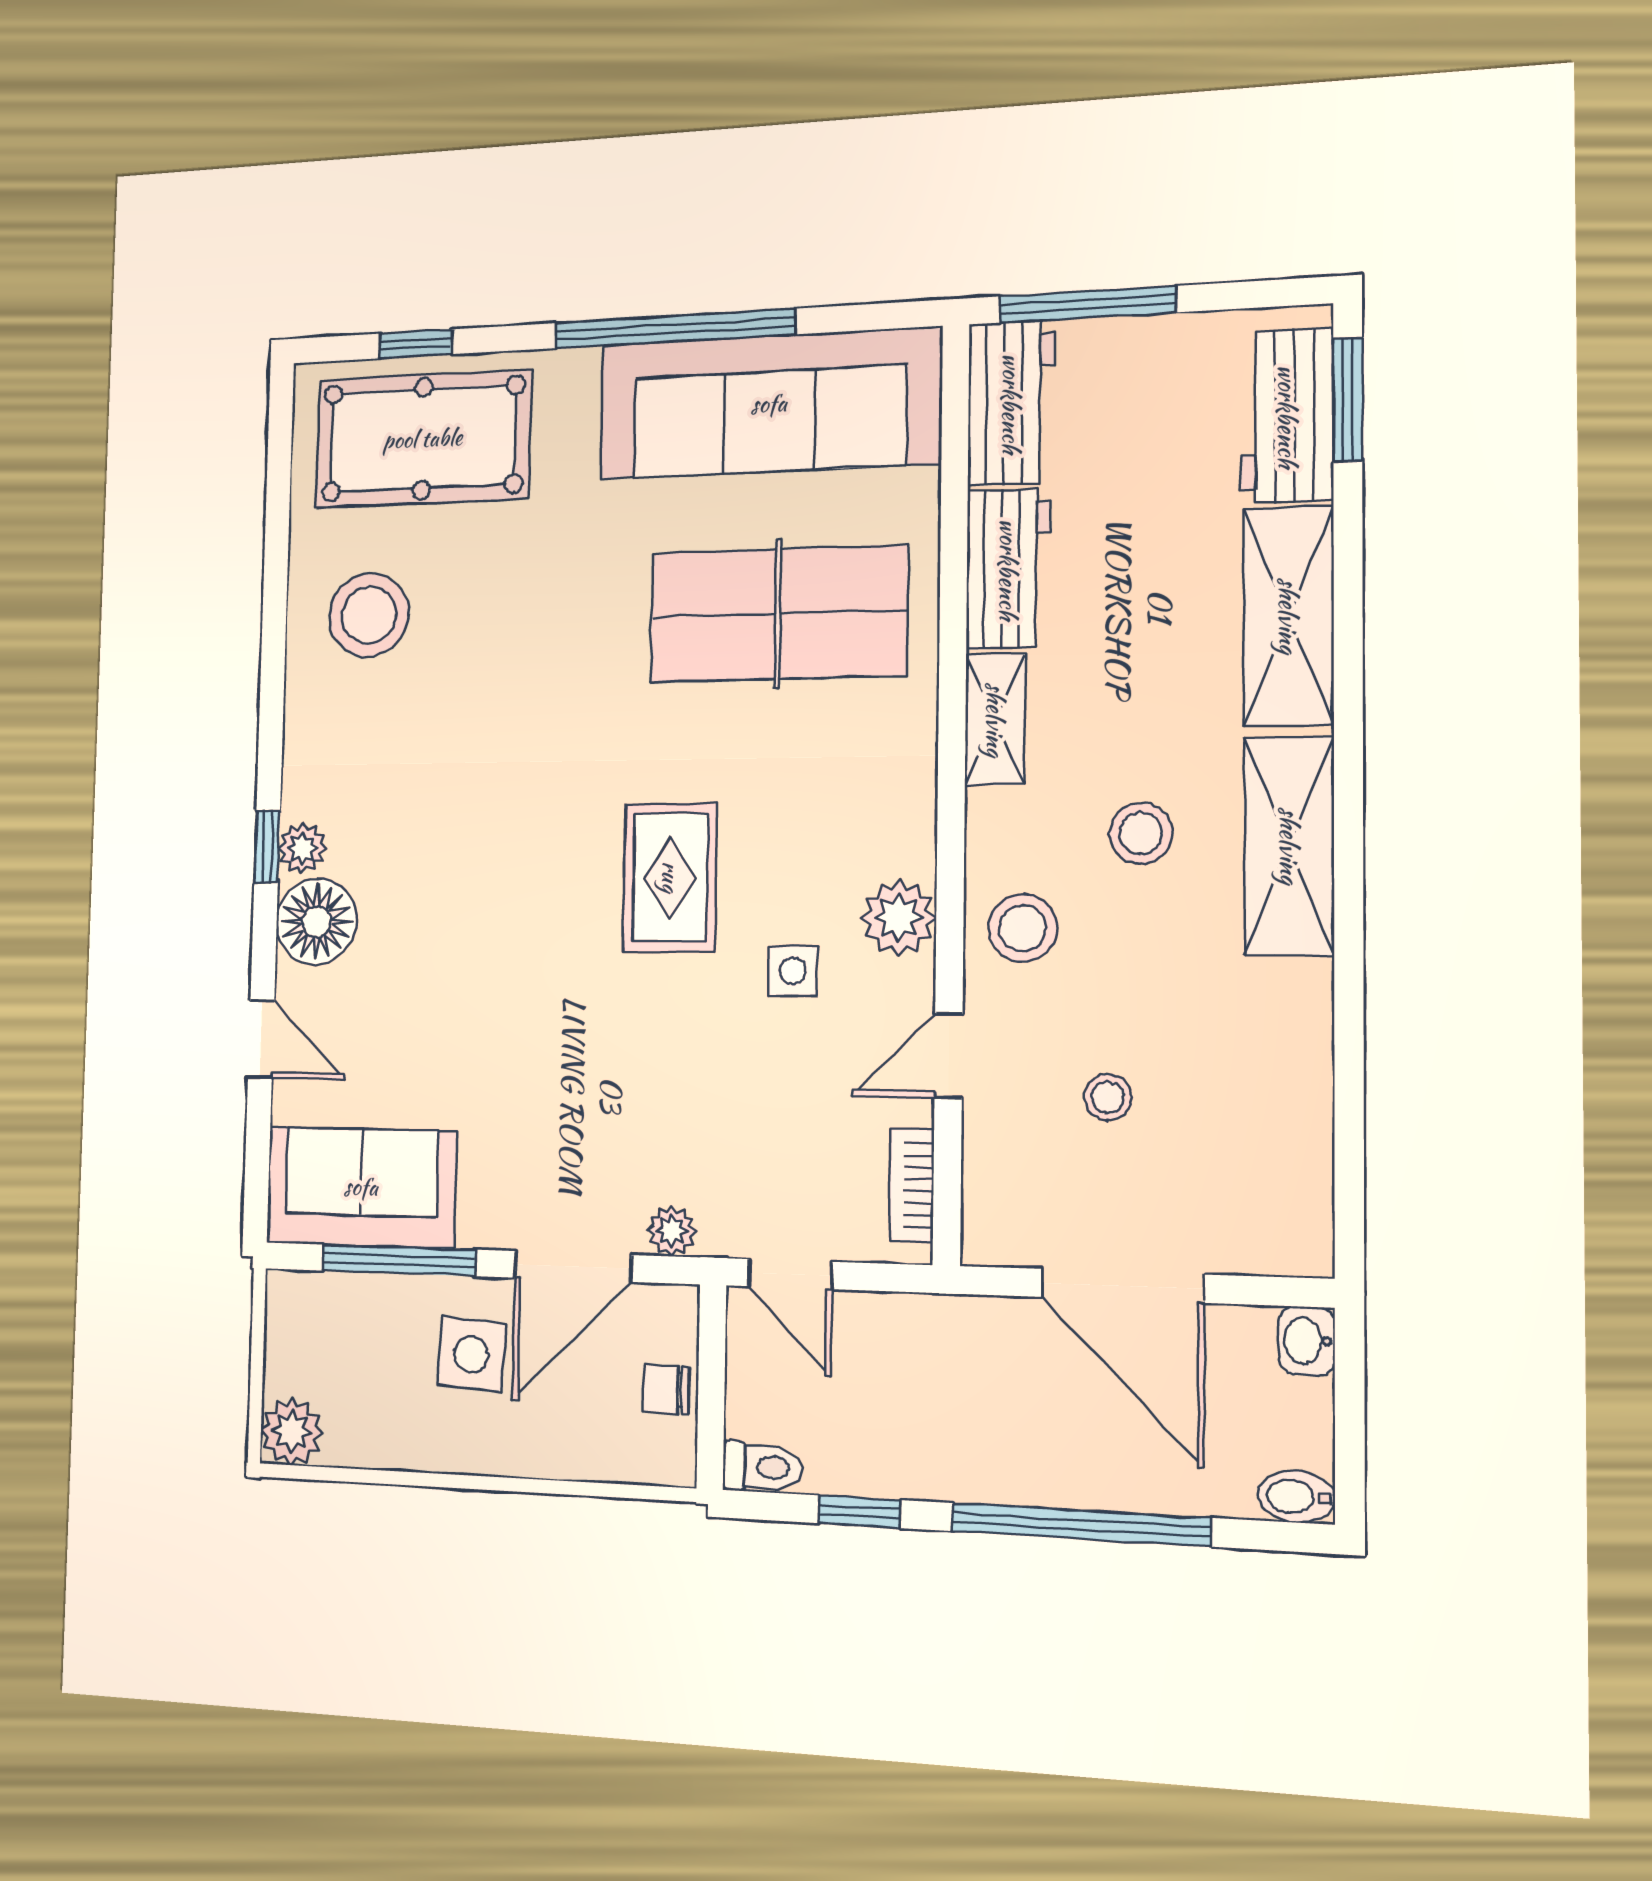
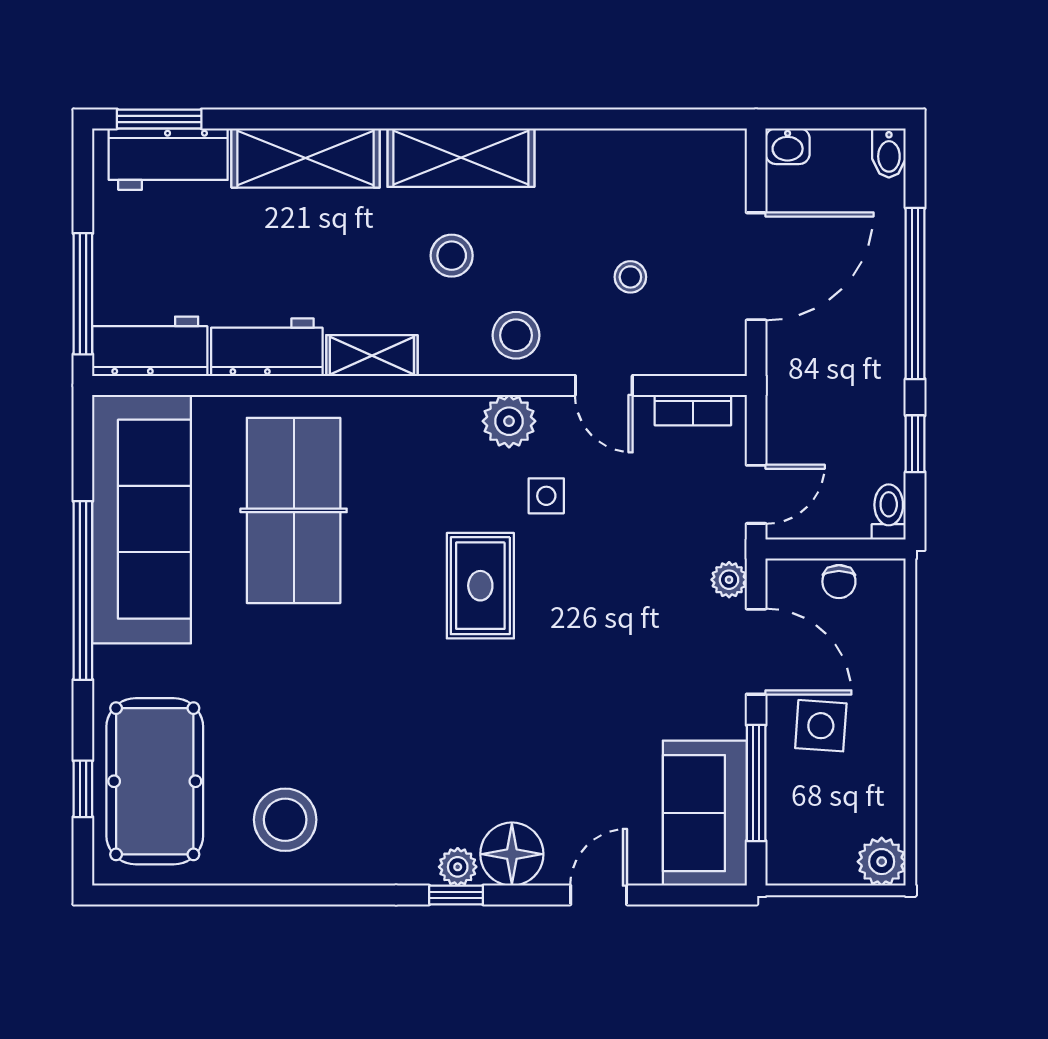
rug: (670, 877) -> (480, 586), turned 90

